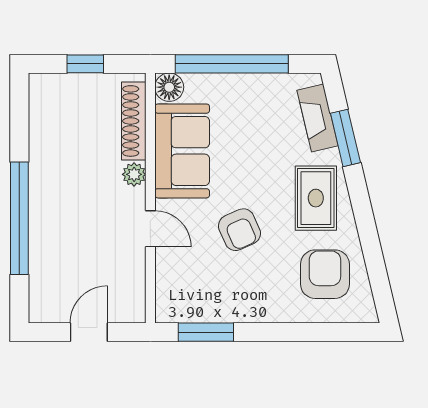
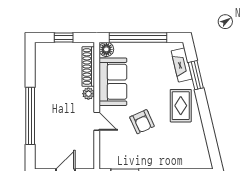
armchair: (325, 274) -> (185, 144), removed

